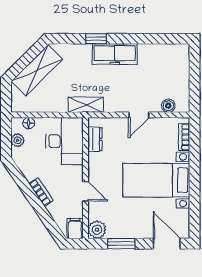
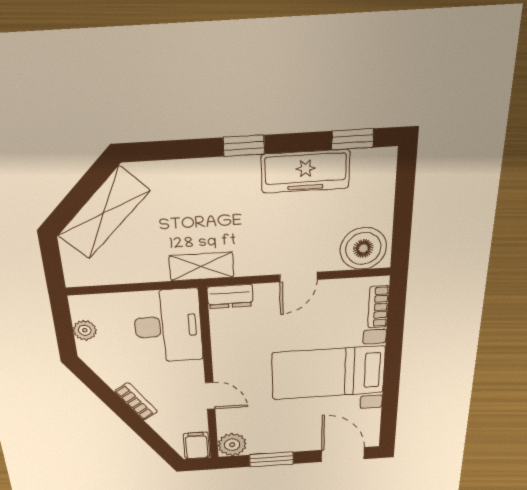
window: (96, 39) -> (244, 146), moved
window: (166, 39) -> (353, 139), added
freezer: (115, 54) -> (305, 171), moved
boiler: (168, 106) -> (363, 248), width x1.86, depth x1.86
floor lamp: (29, 123) -> (101, 303), removed
dresser: (95, 139) -> (230, 297), moved, turned 90

